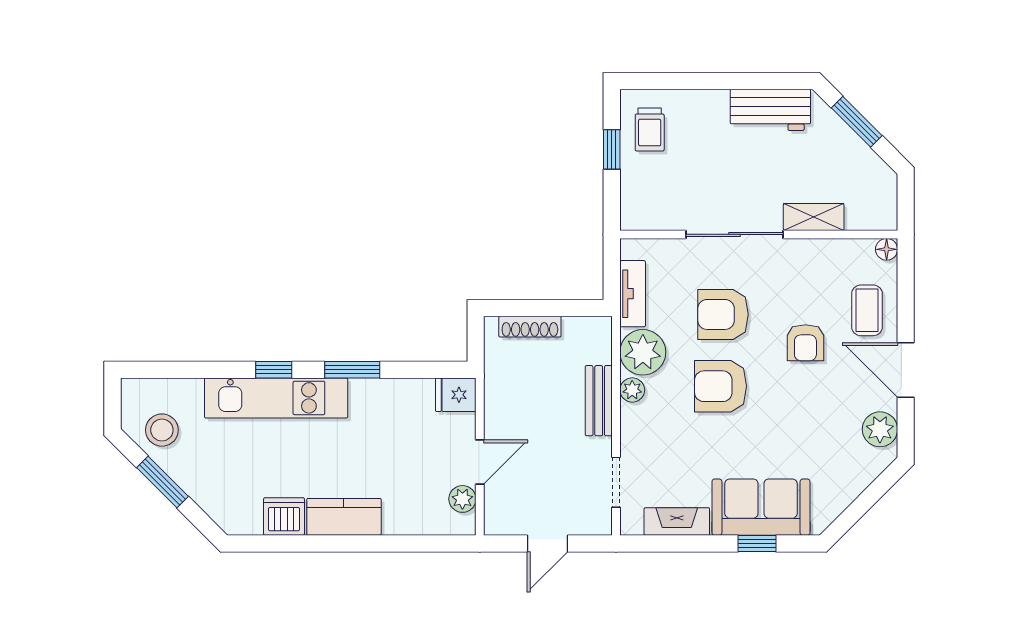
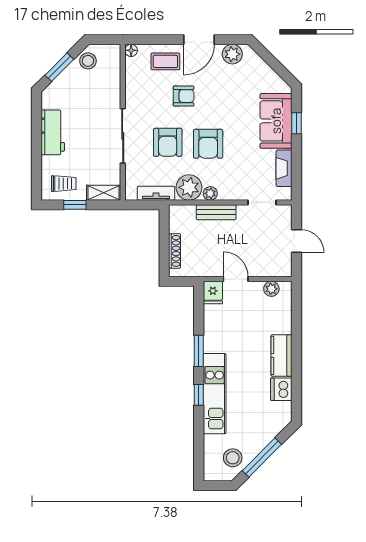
workbench: (770, 110) -> (53, 132), moved
stool: (868, 173) -> (88, 61), added
shelving: (814, 217) -> (104, 193), moved, turned 90
door: (480, 462) -> (236, 279), moved
window: (162, 482) -> (262, 457), width x1.44

